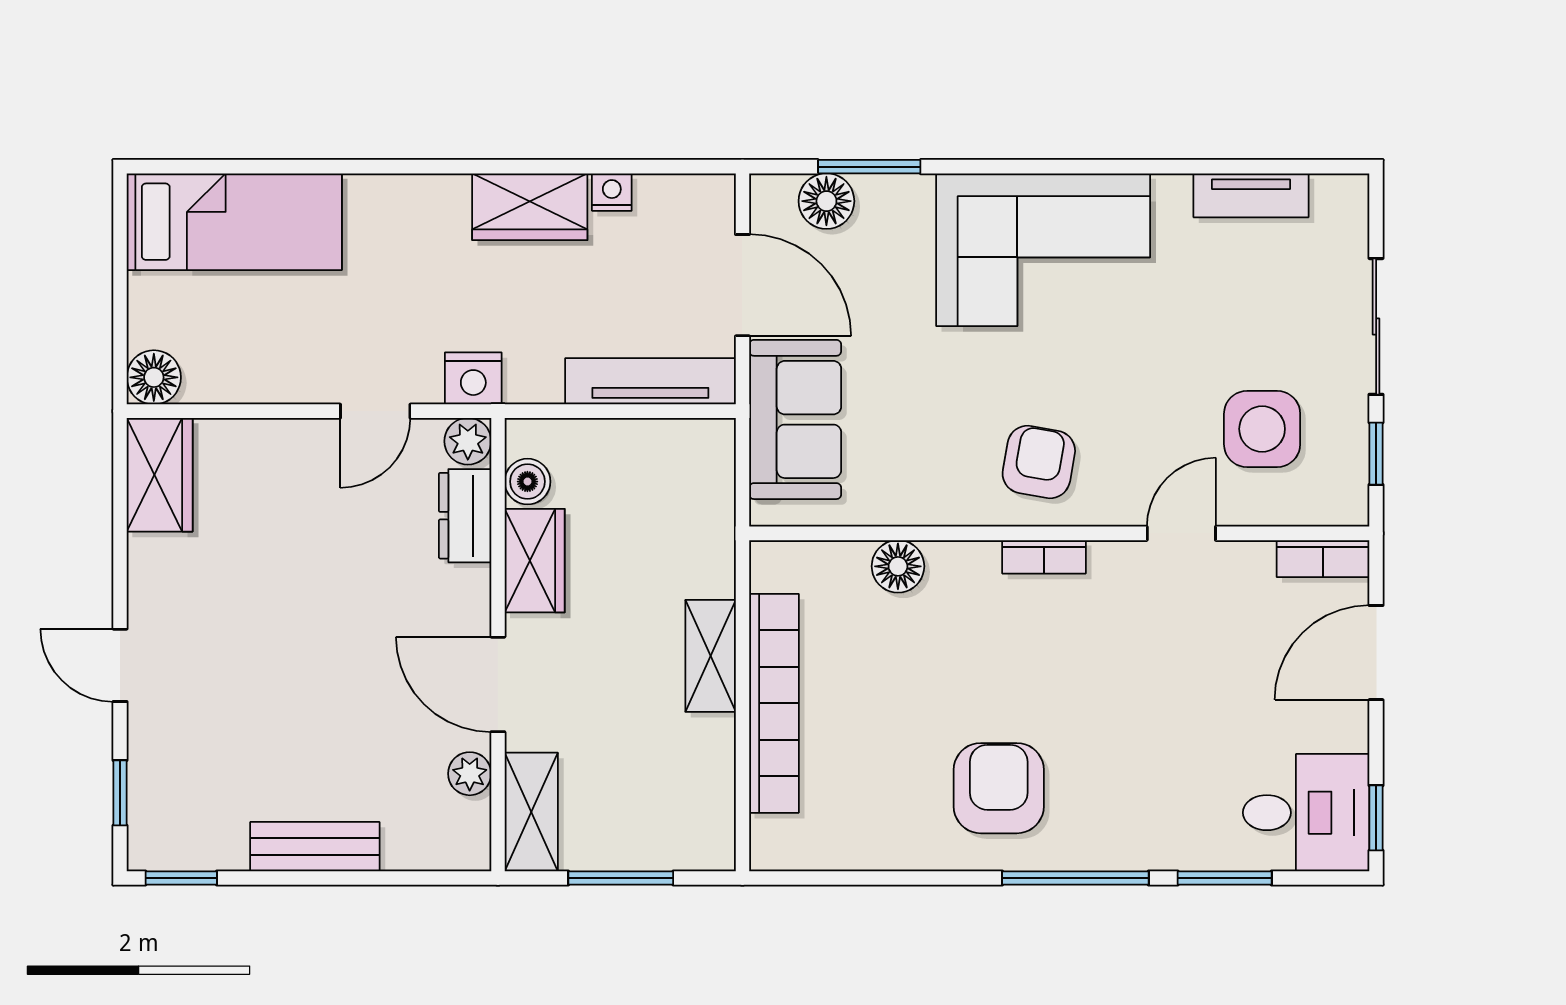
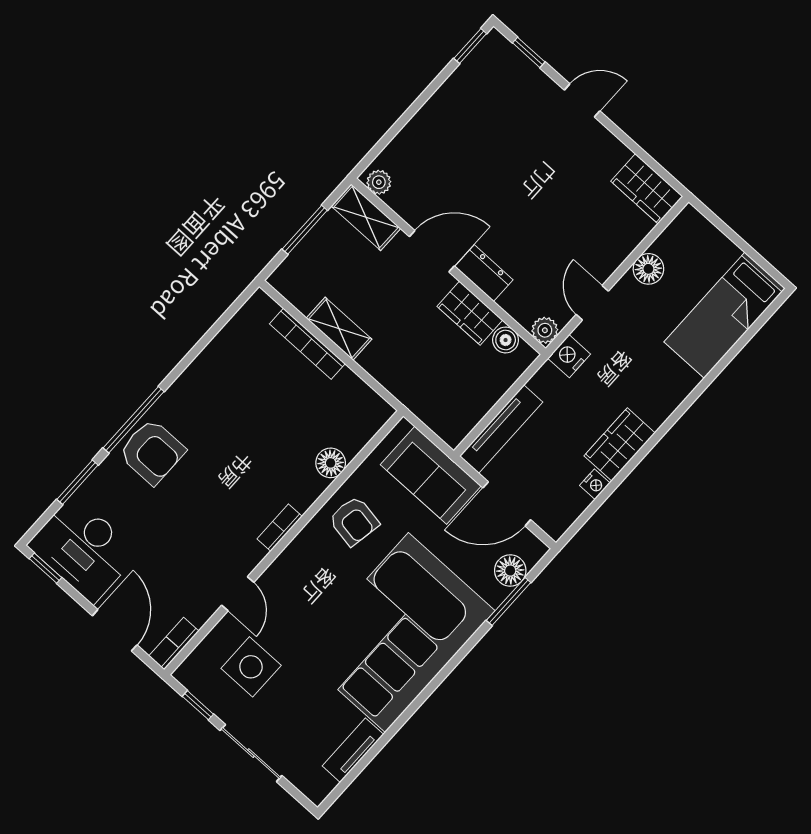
corner sofa: (1043, 250) -> (397, 633), width x1.36, depth x1.36
floor lamp: (154, 377) -> (648, 269), moved
armchair: (1039, 462) -> (354, 521), moved
dresser: (465, 516) -> (484, 273), moved
shelving: (711, 656) -> (339, 329), moved
bookcase: (774, 703) -> (307, 344), width x0.68, depth x0.76
plant: (470, 774) -> (379, 182), moved
armchair: (999, 788) -> (152, 452), moved
desk: (1306, 813) -> (83, 549), width x1.37
bench: (315, 847) -> (433, 114), removed

